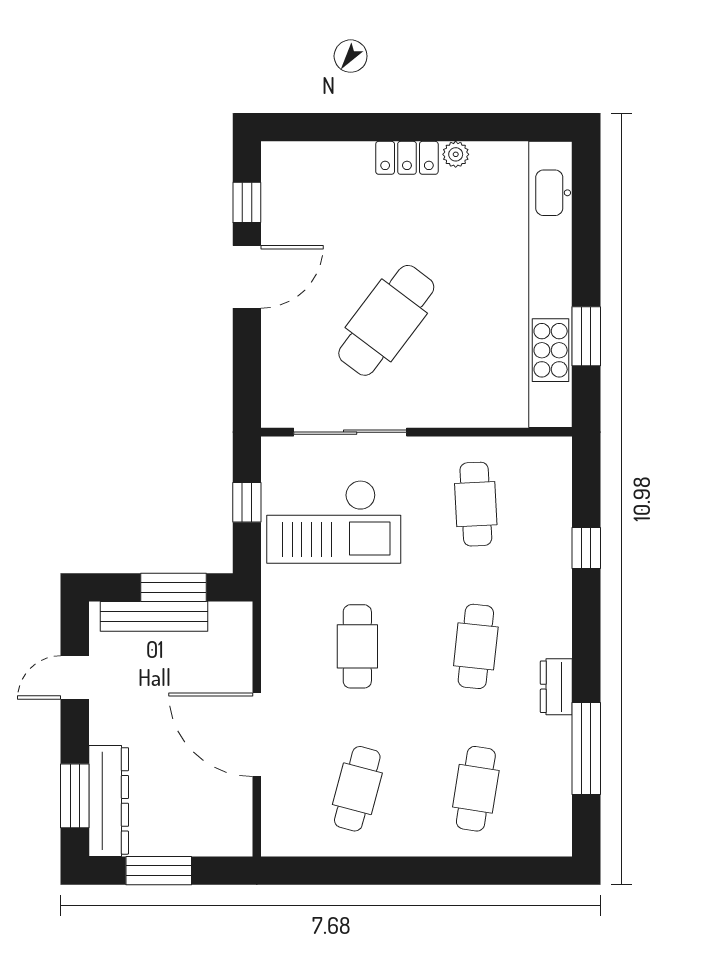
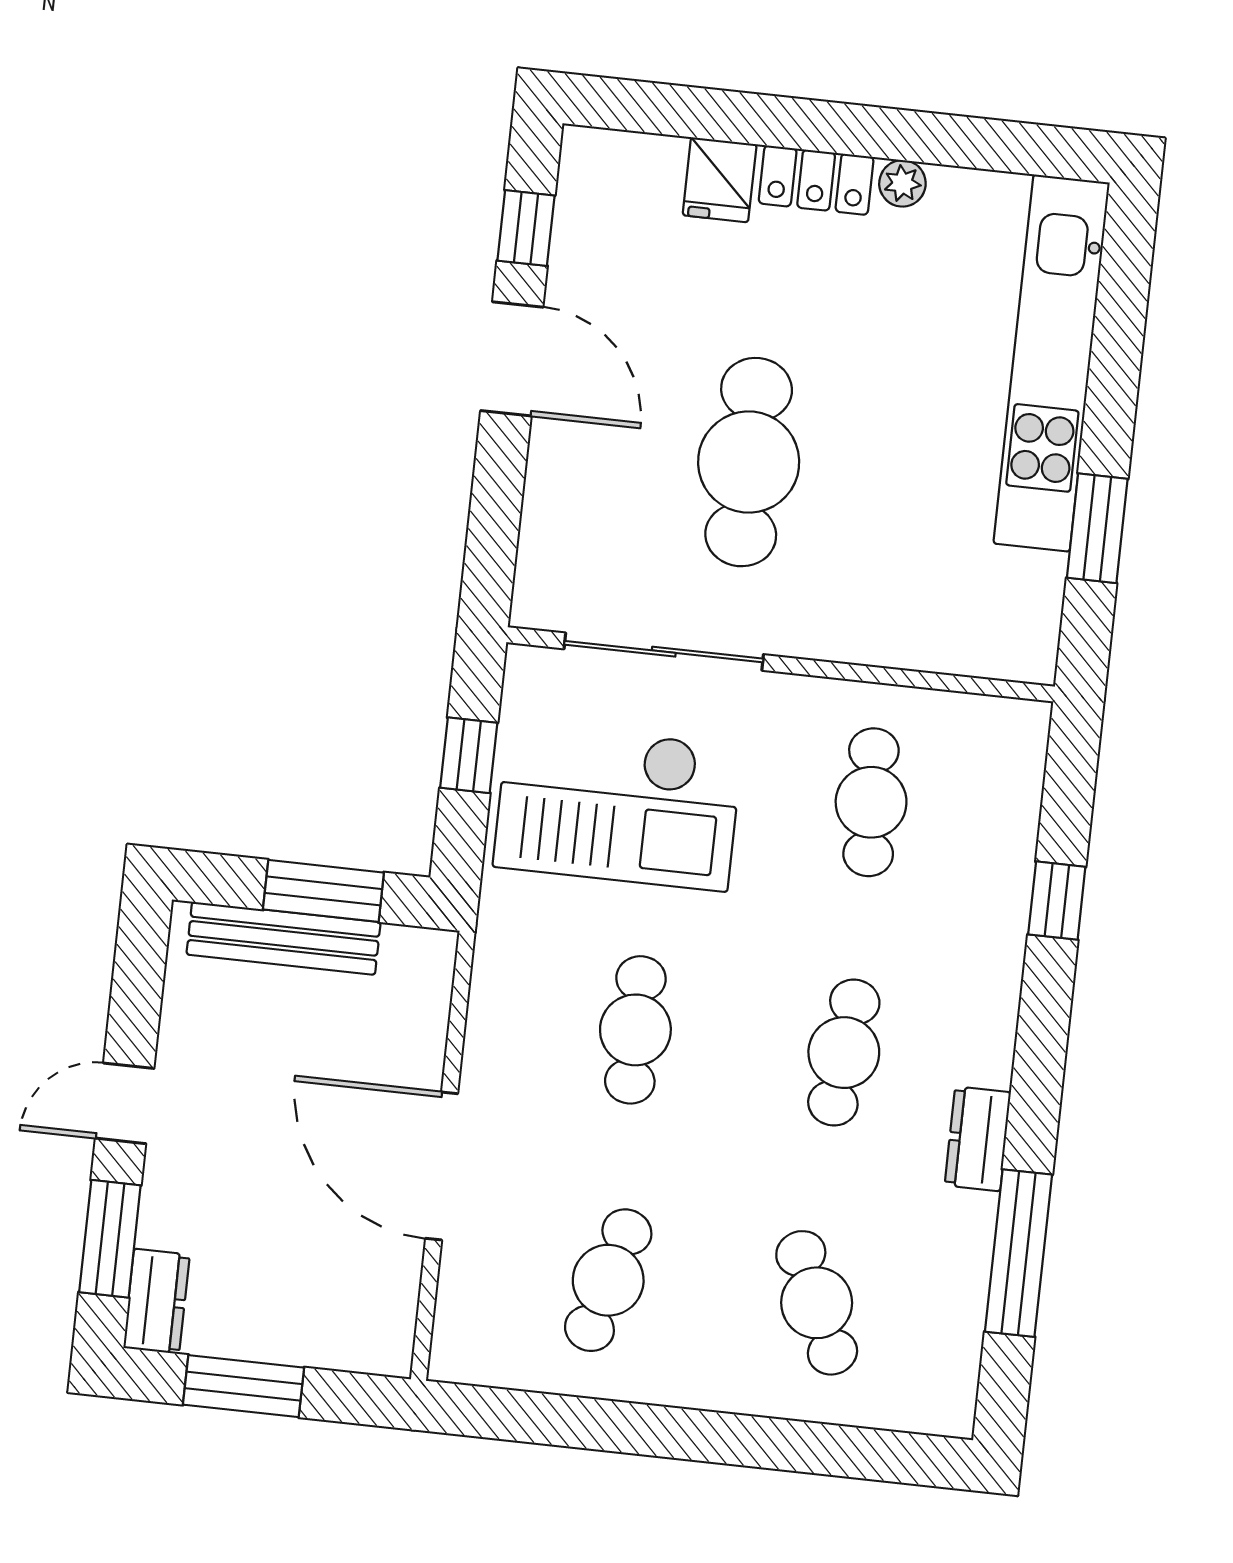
fridge: (353, 163) -> (720, 180), added
door: (247, 277) -> (512, 359), hinge flipped
kitchen unit: (551, 284) -> (1052, 363), width x0.73
cafe table: (386, 320) -> (749, 462), turned -37
door: (75, 677) -> (125, 1103), moved
cafe table: (476, 789) -> (817, 1303), turned -33
dresser: (109, 801) -> (156, 1301), width x0.51, depth x0.80

